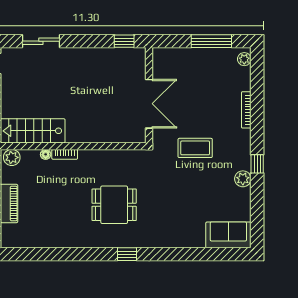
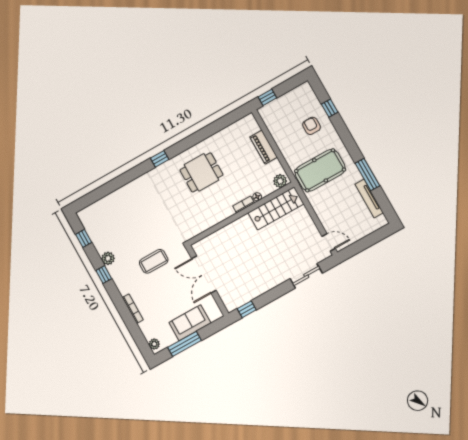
dining table: (114, 205) -> (201, 172), moved
window: (257, 215) -> (84, 238), added
sofa: (228, 235) -> (190, 323), moved, turned 180

